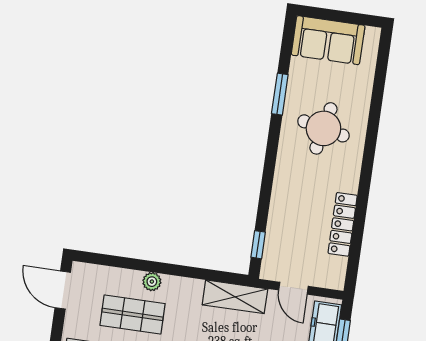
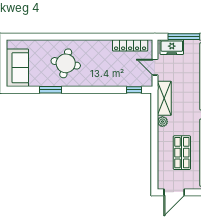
locker: (343, 224) -> (130, 45), moved
plant: (152, 282) -> (162, 122), moved
door: (293, 288) -> (155, 67), swing flipped

